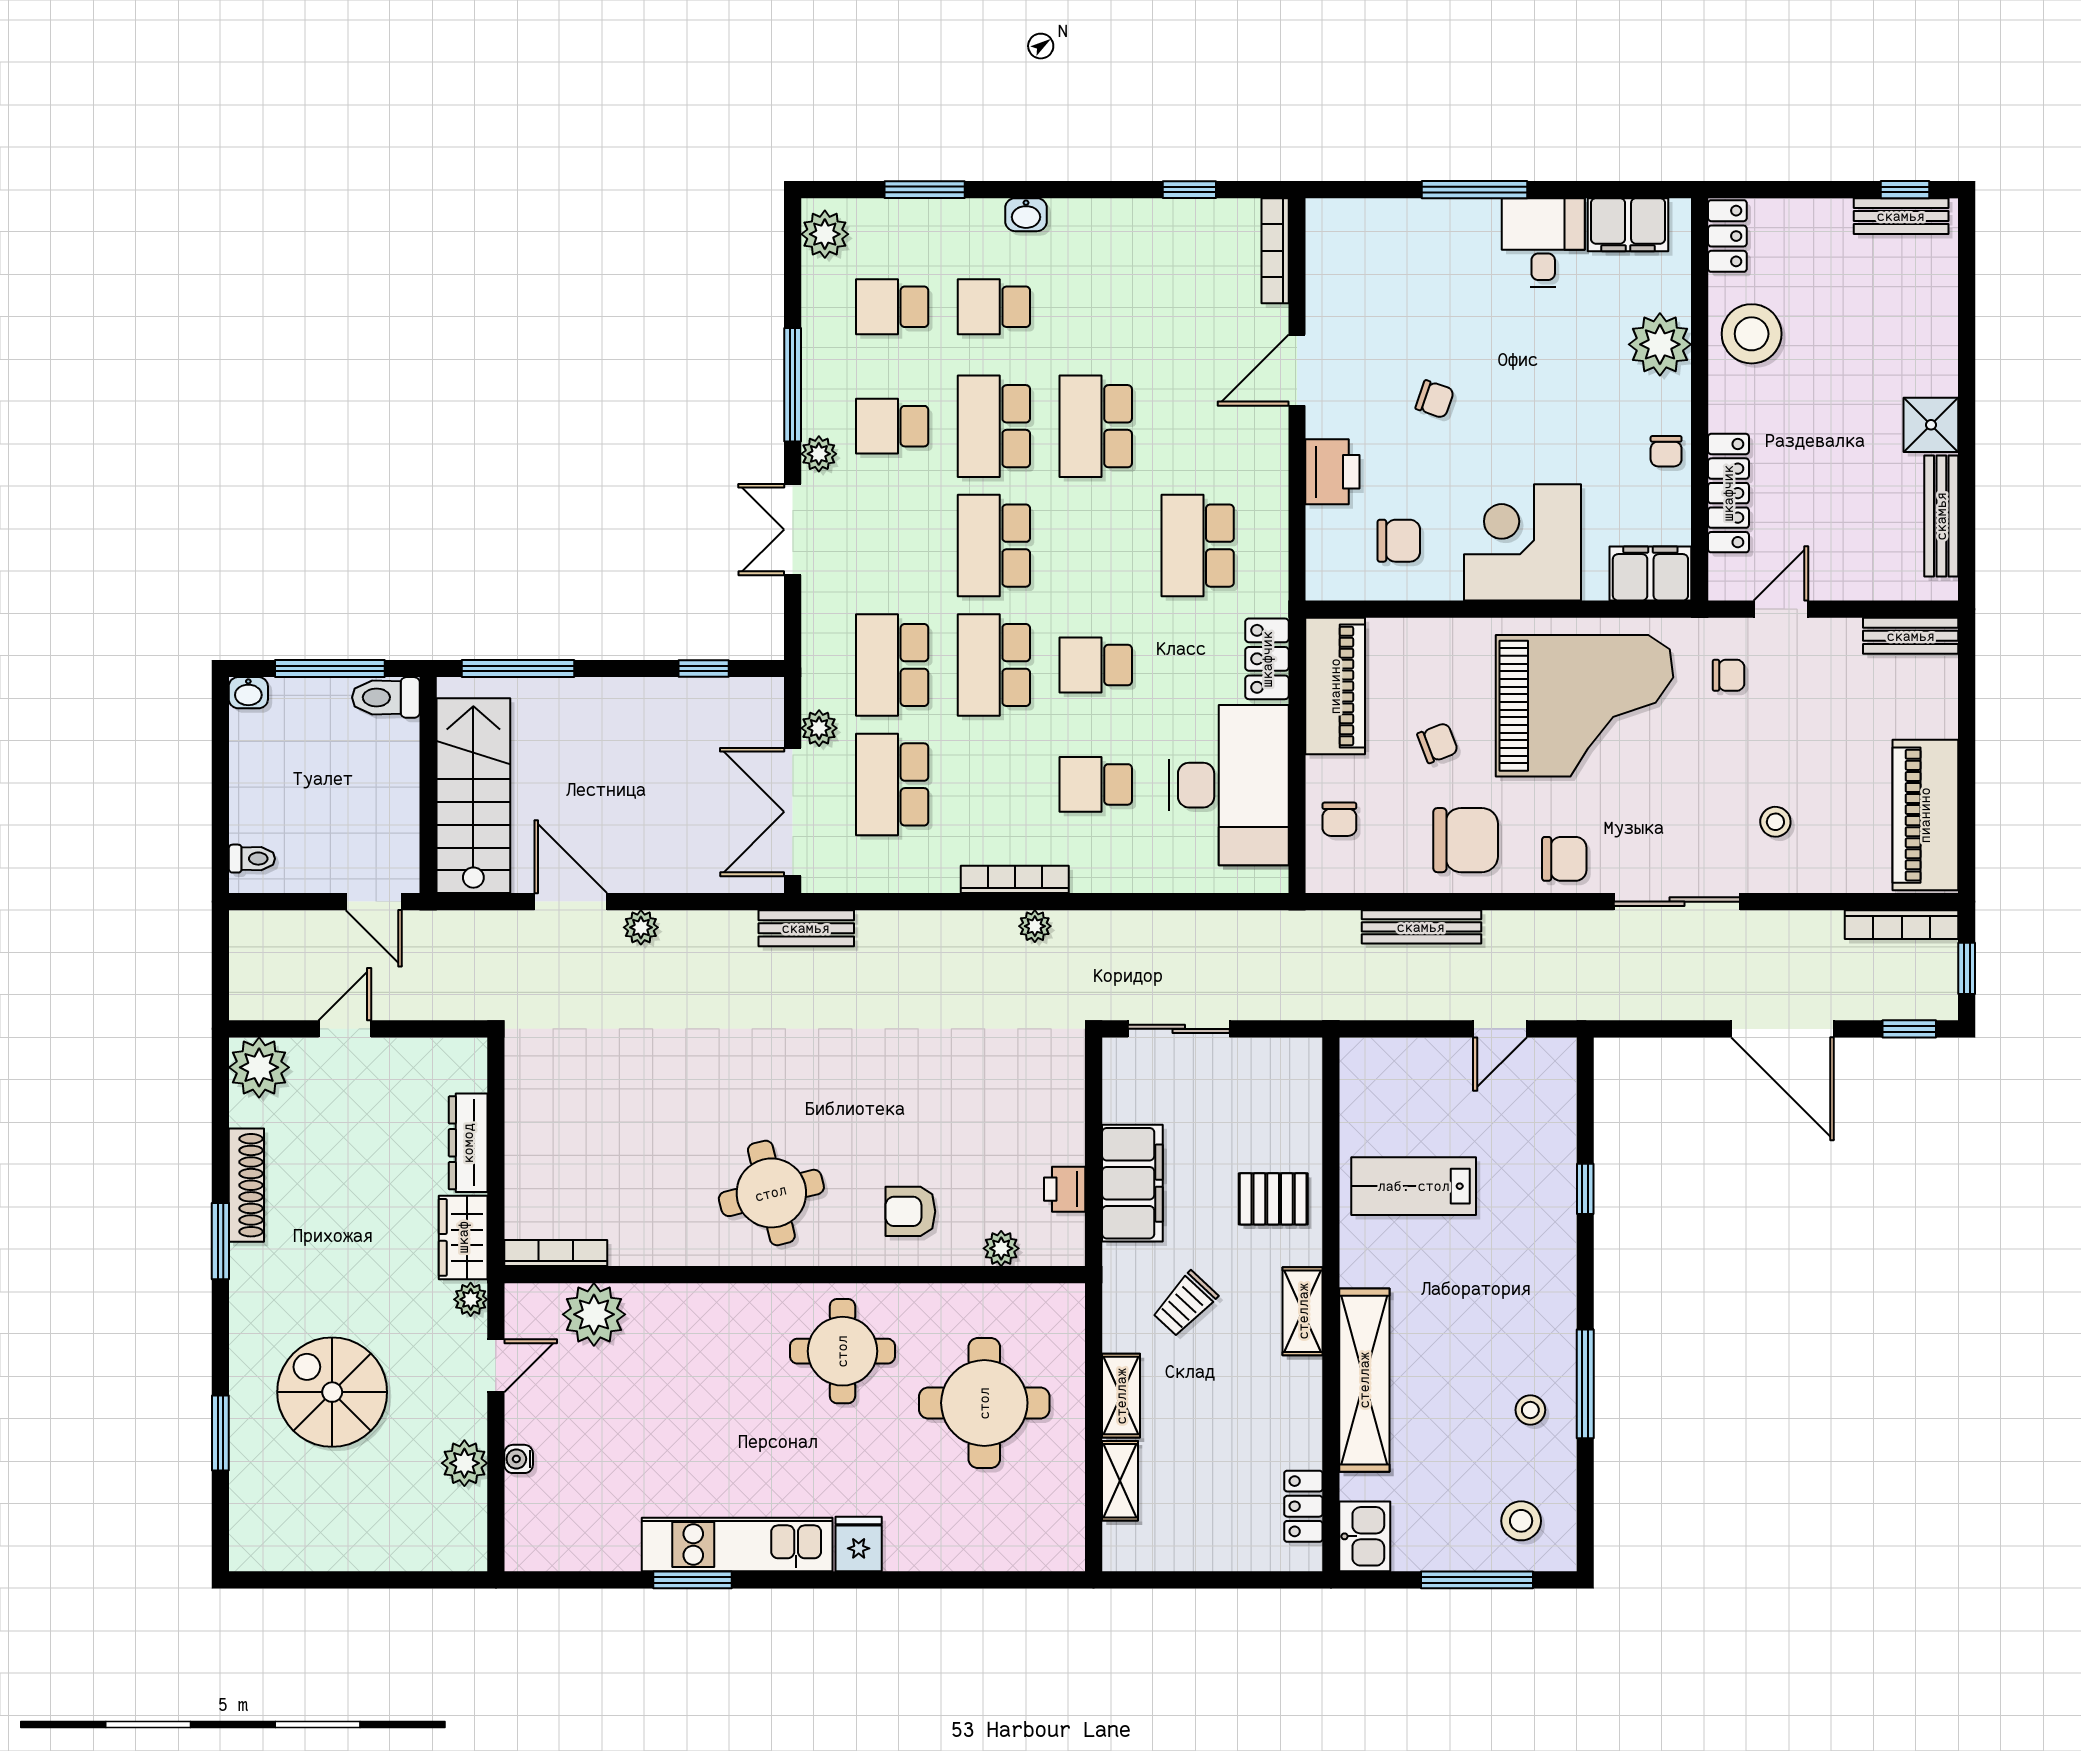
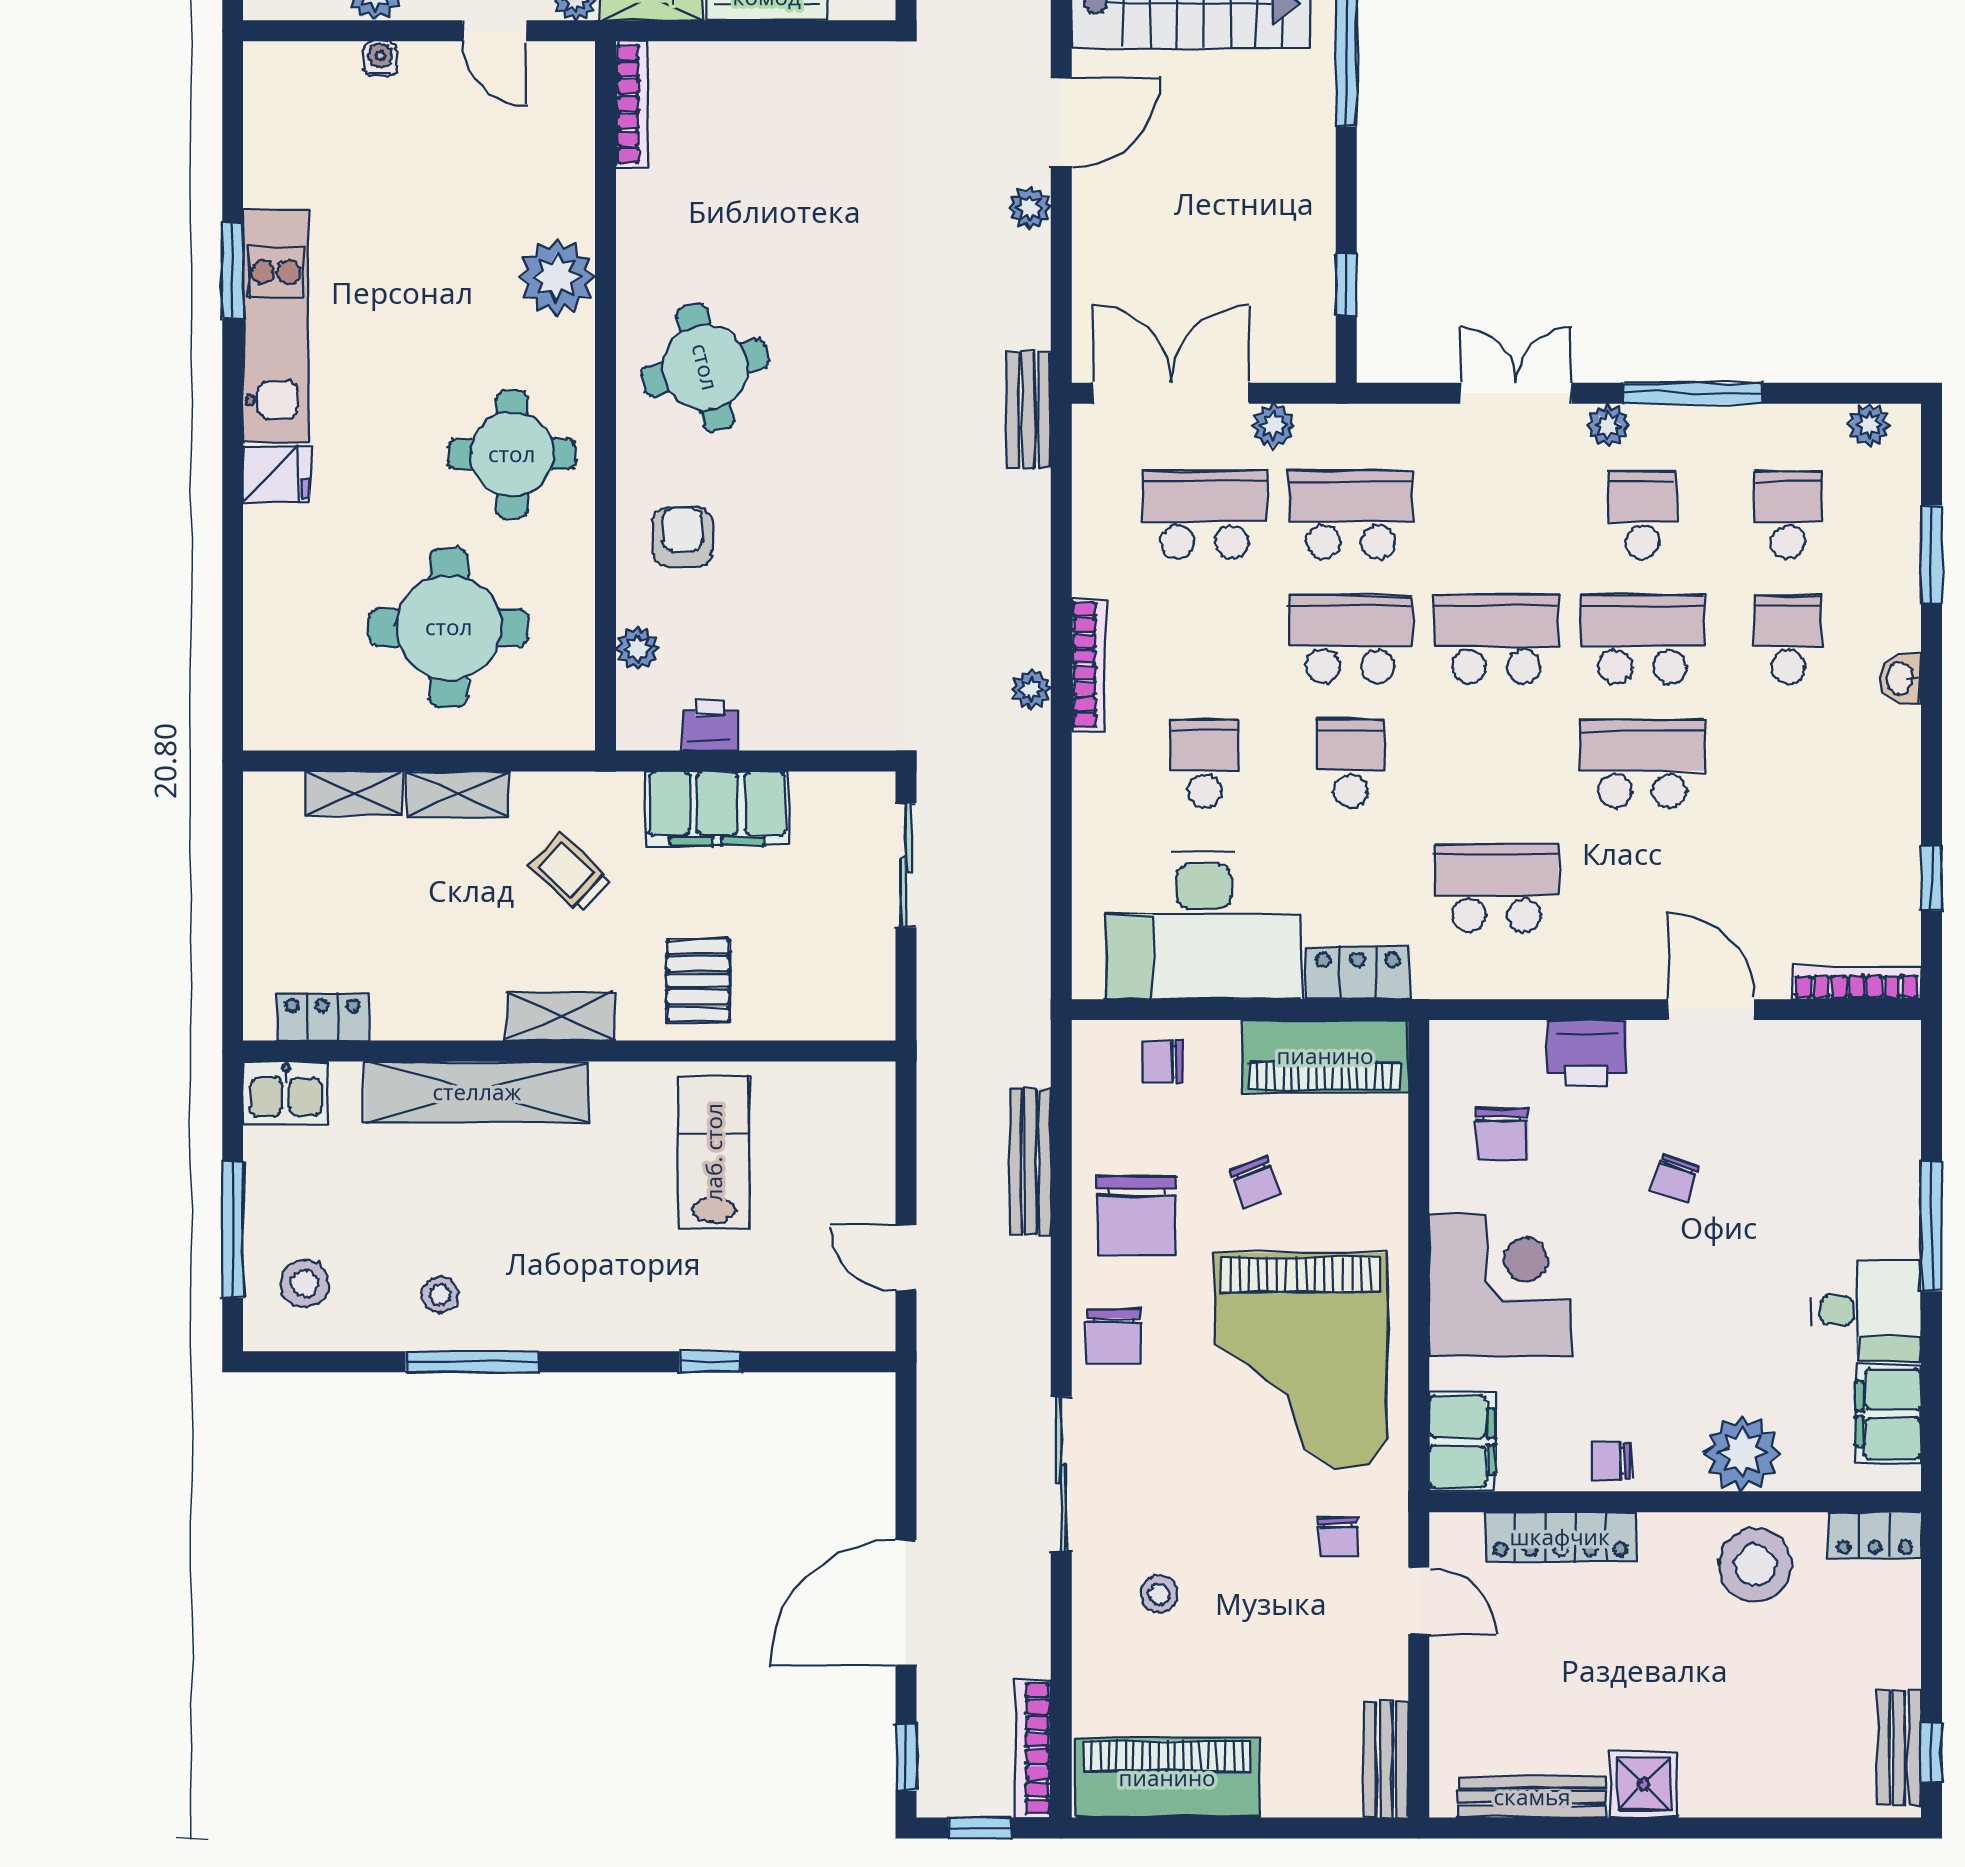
plant: (825, 234) -> (1869, 425), width x0.73, depth x0.73
plant: (594, 1314) -> (557, 277), moved

